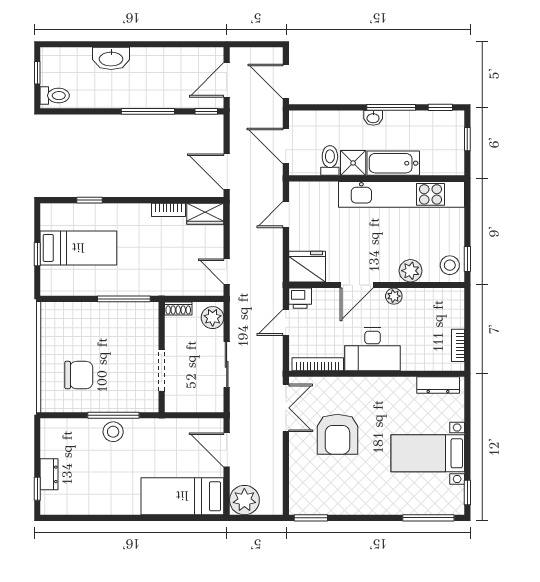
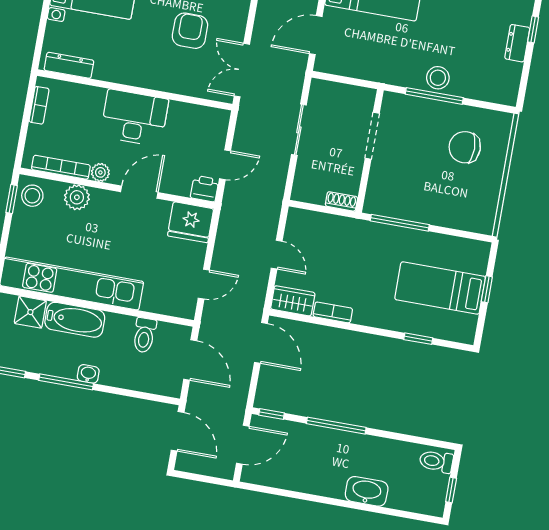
shower: (353, 163) -> (30, 312), moved
door: (227, 271) -> (277, 255), moved
plant: (213, 318) -> (305, 184), removed
bookcase: (318, 364) -> (61, 167), moved, turned 180
armchair: (337, 434) -> (190, 31), width x0.73, depth x0.73
door: (227, 450) -> (316, 35), swing flipped

